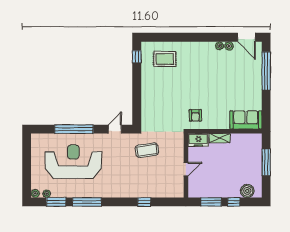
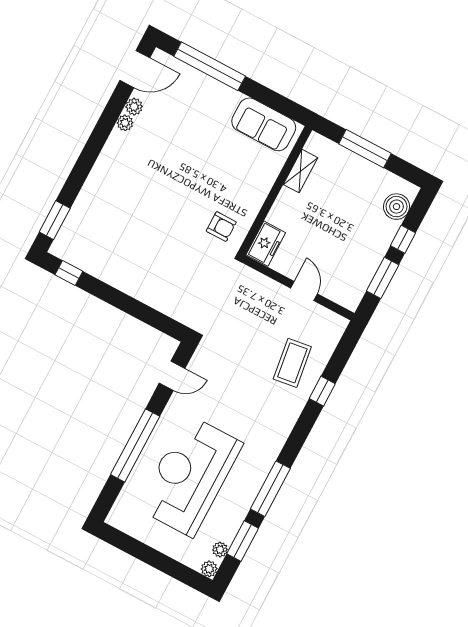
window: (158, 37) -> (55, 220), added
rug: (165, 59) -> (98, 228), removed
sofa: (246, 120) -> (264, 124), moved, turned -90
door: (115, 129) -> (172, 376), swing flipped
shelving: (220, 138) -> (300, 171), moved
coffee table: (147, 150) -> (292, 363), moved

